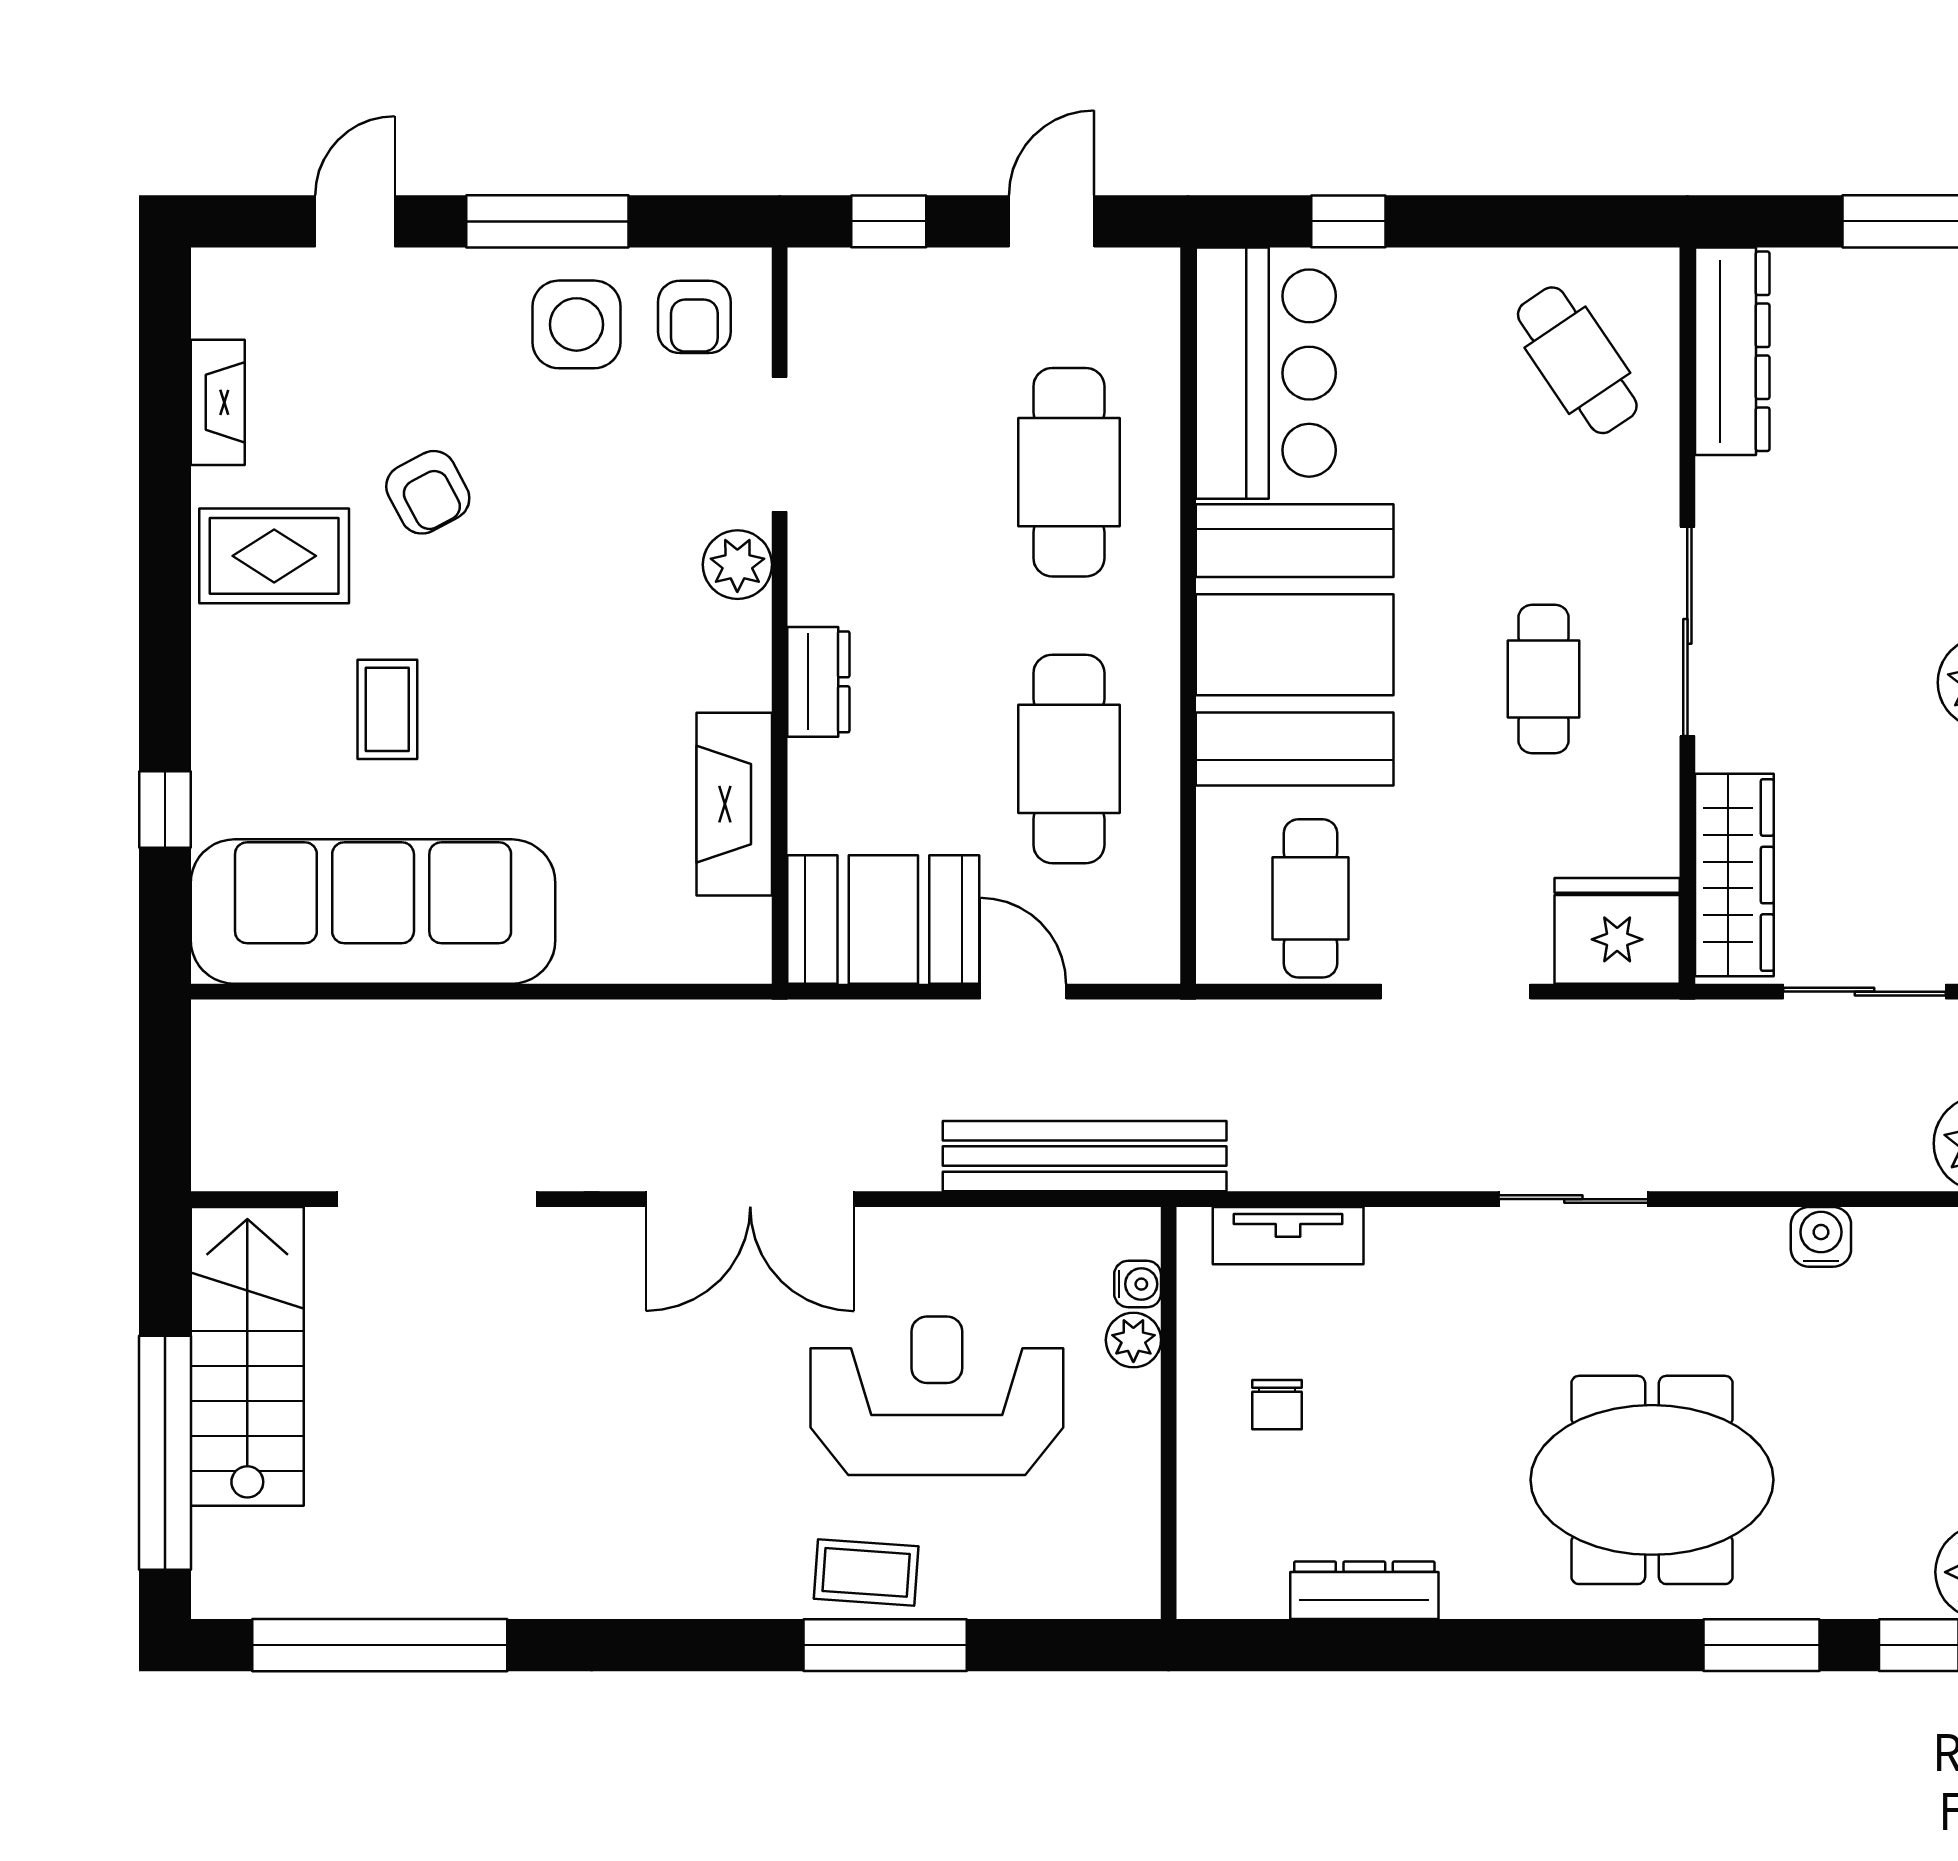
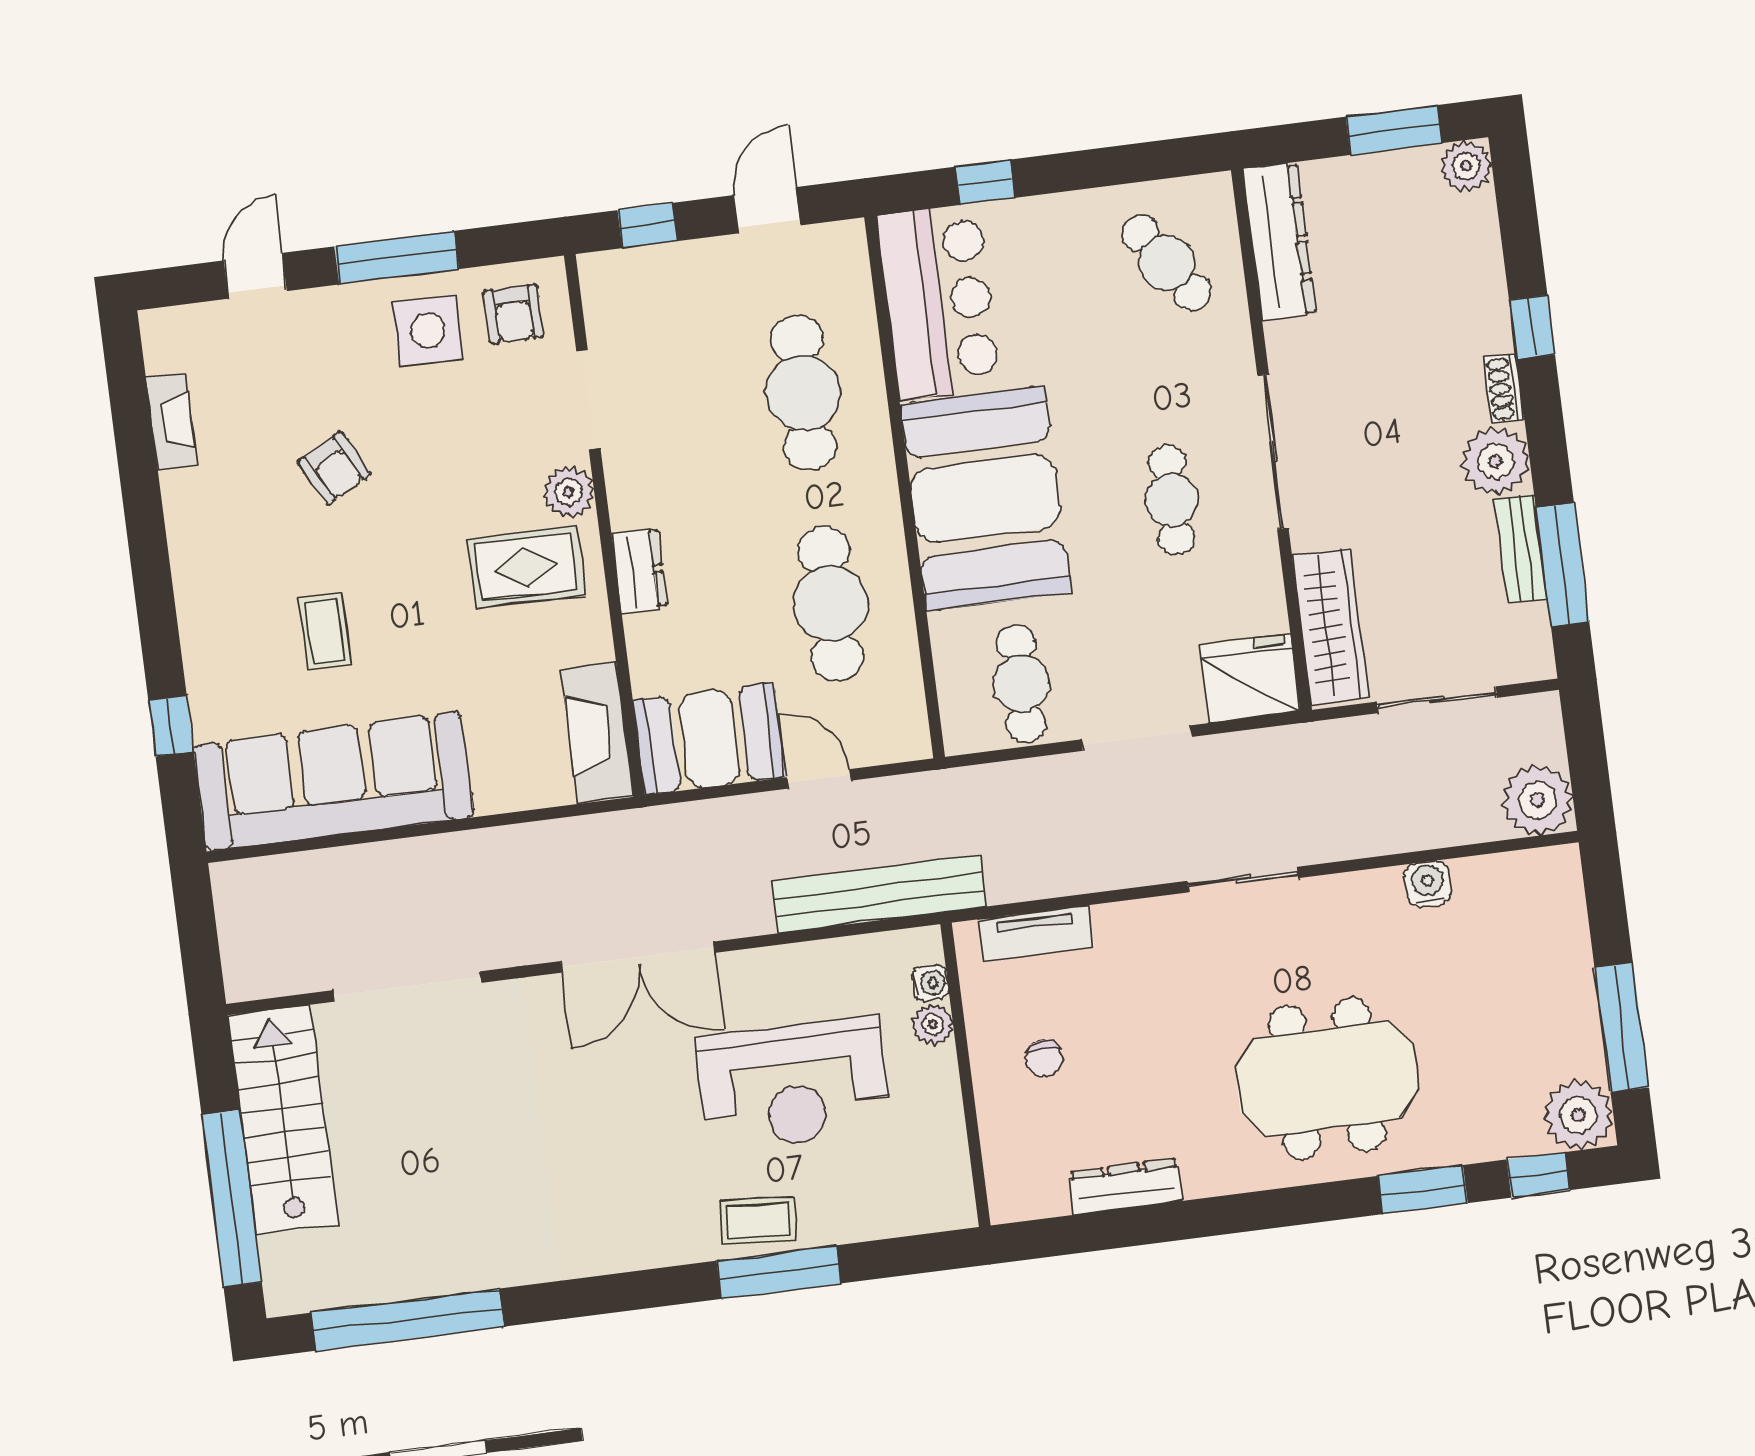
rug: (274, 556) -> (526, 567), moved
fireplace: (734, 804) -> (597, 733), moved
reception desk: (937, 1396) -> (793, 1084), turned 180

